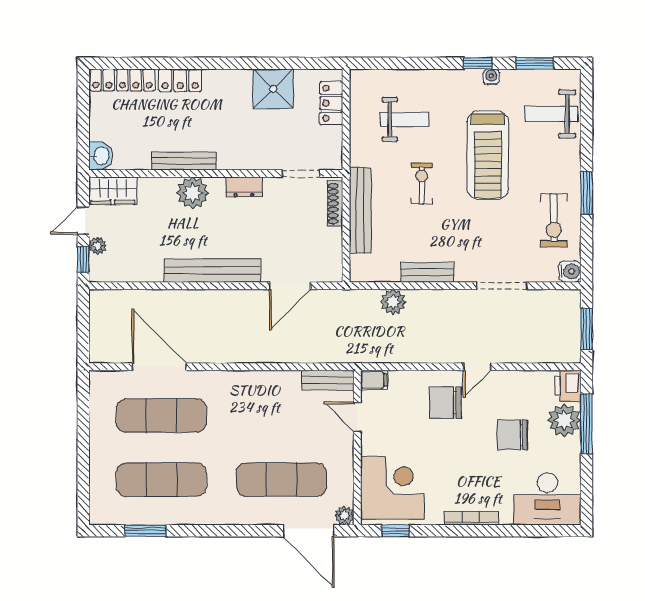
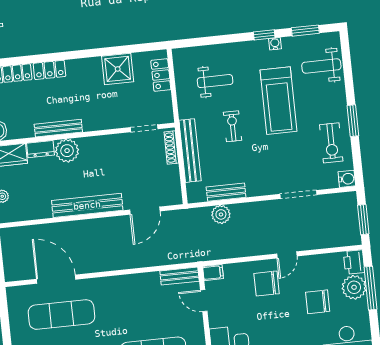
dresser: (244, 187) -> (41, 149), moved
bench: (427, 272) -> (226, 192), moved

